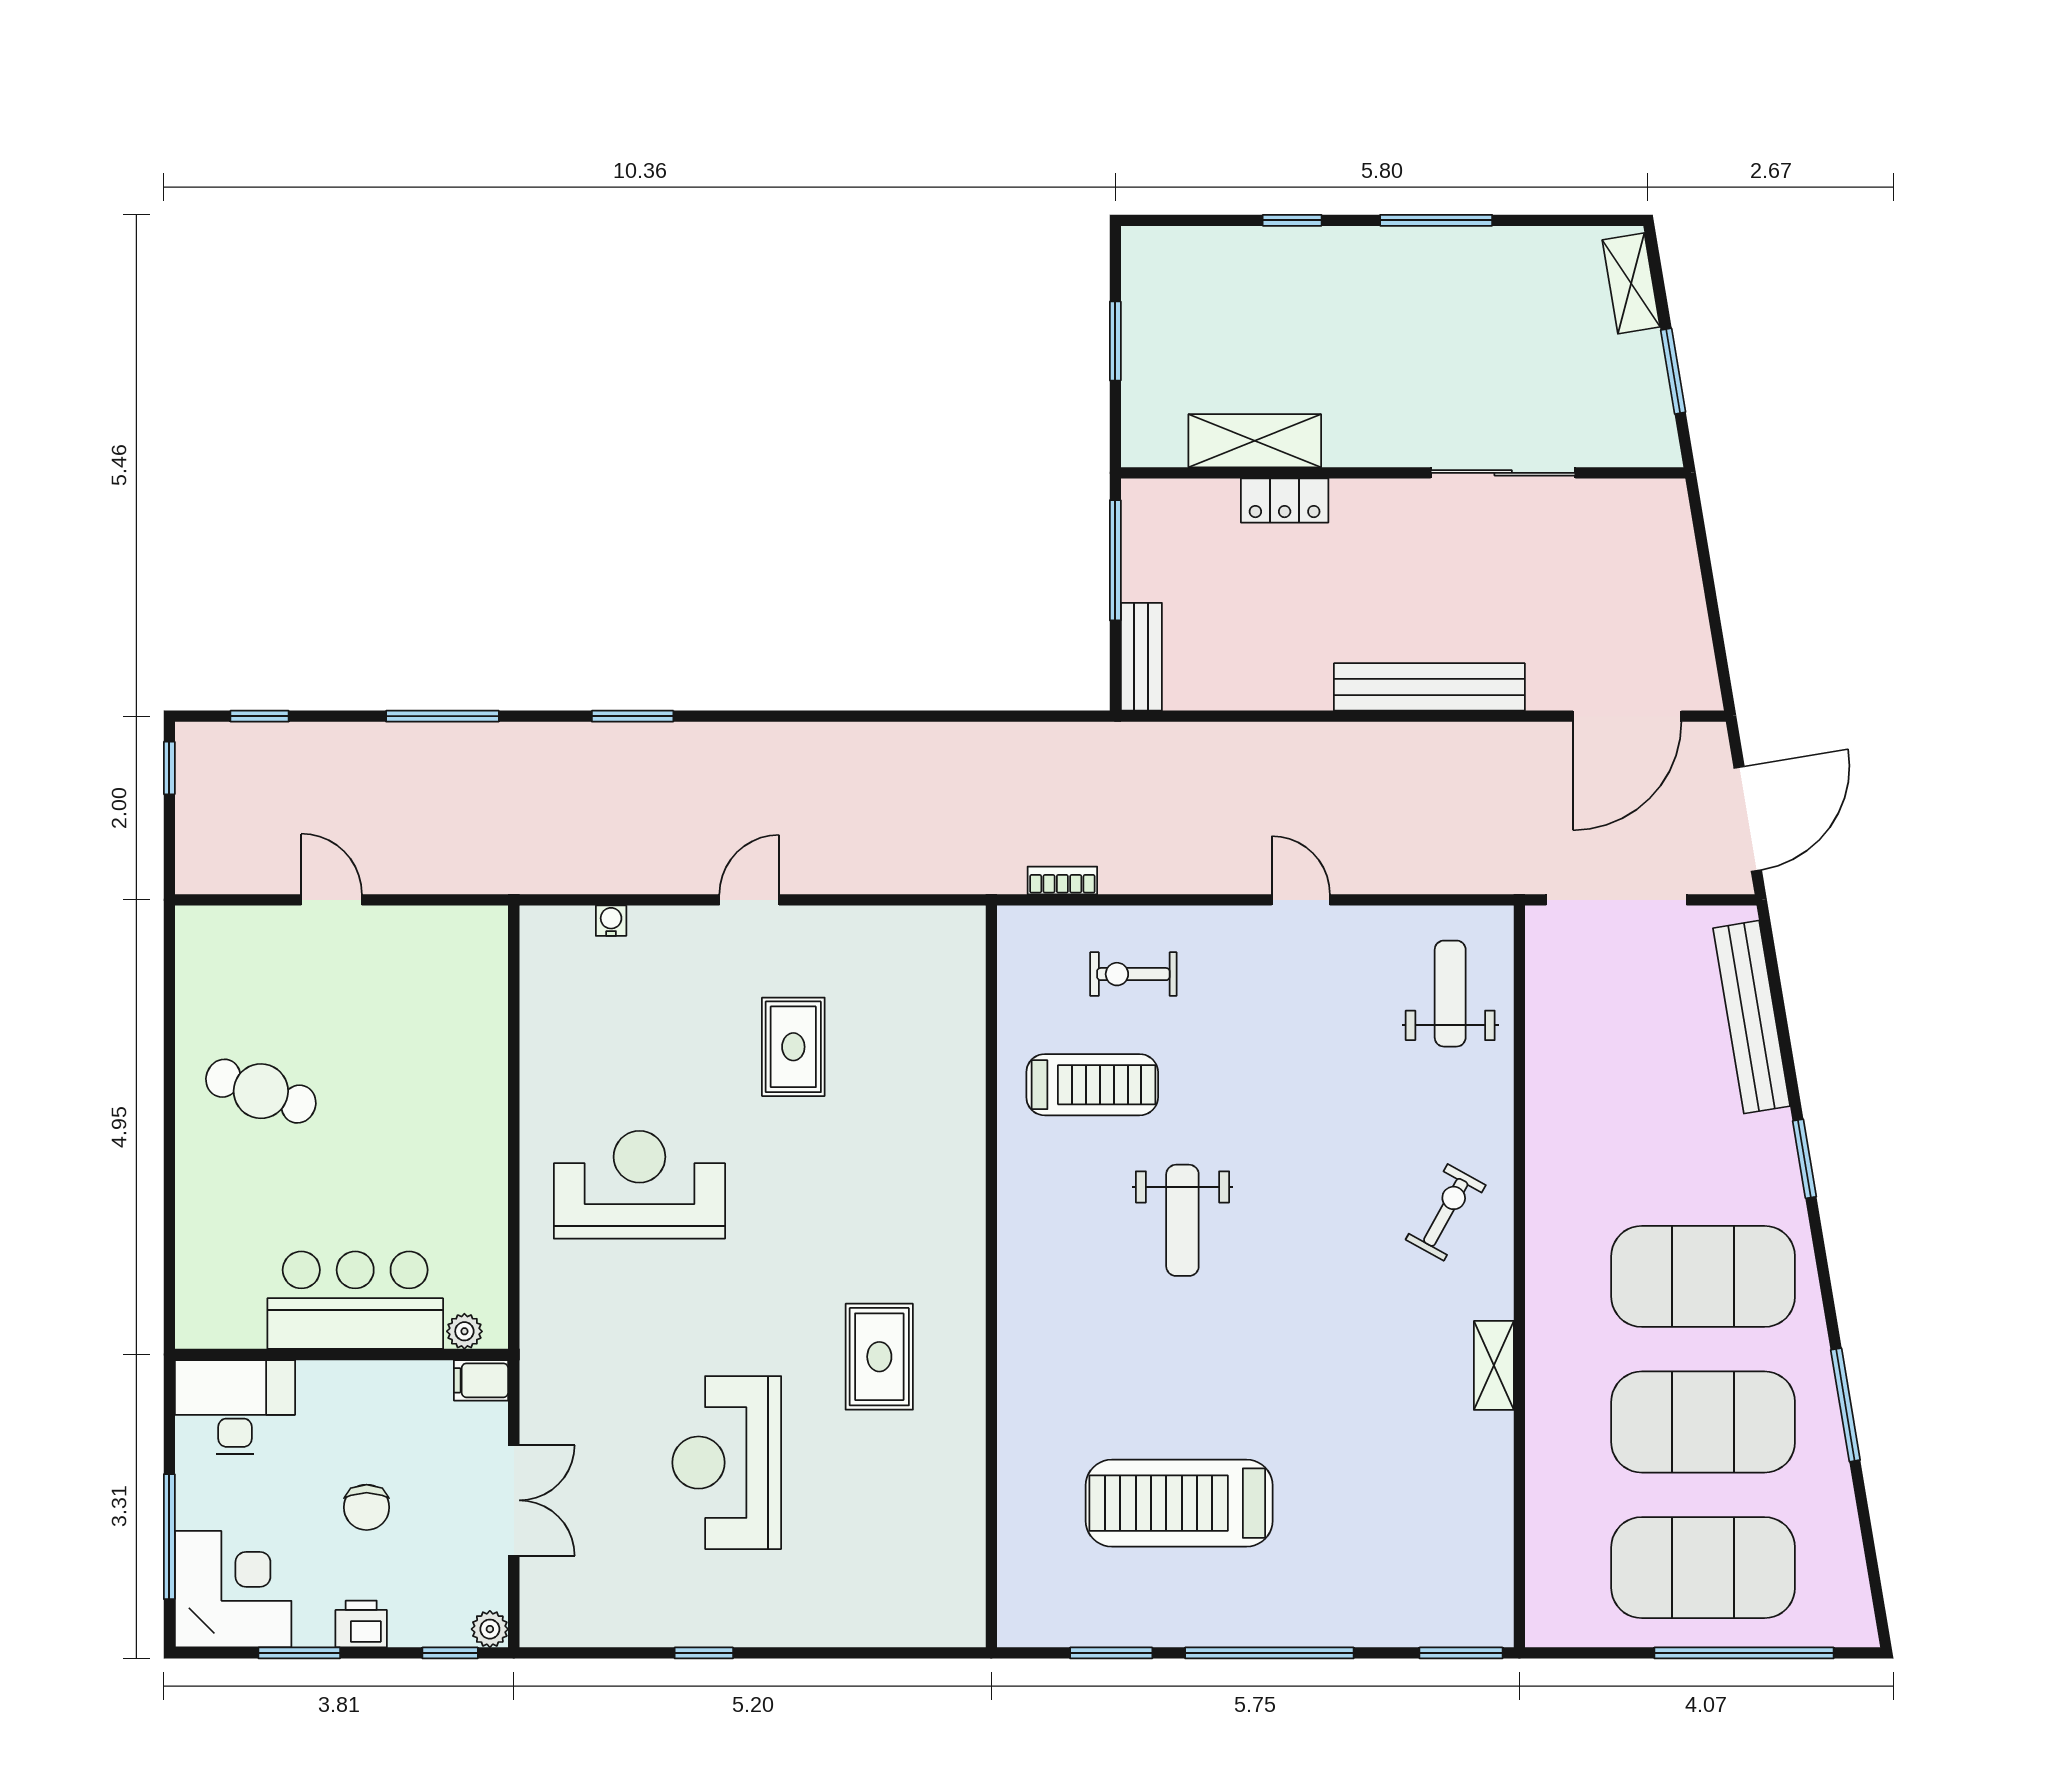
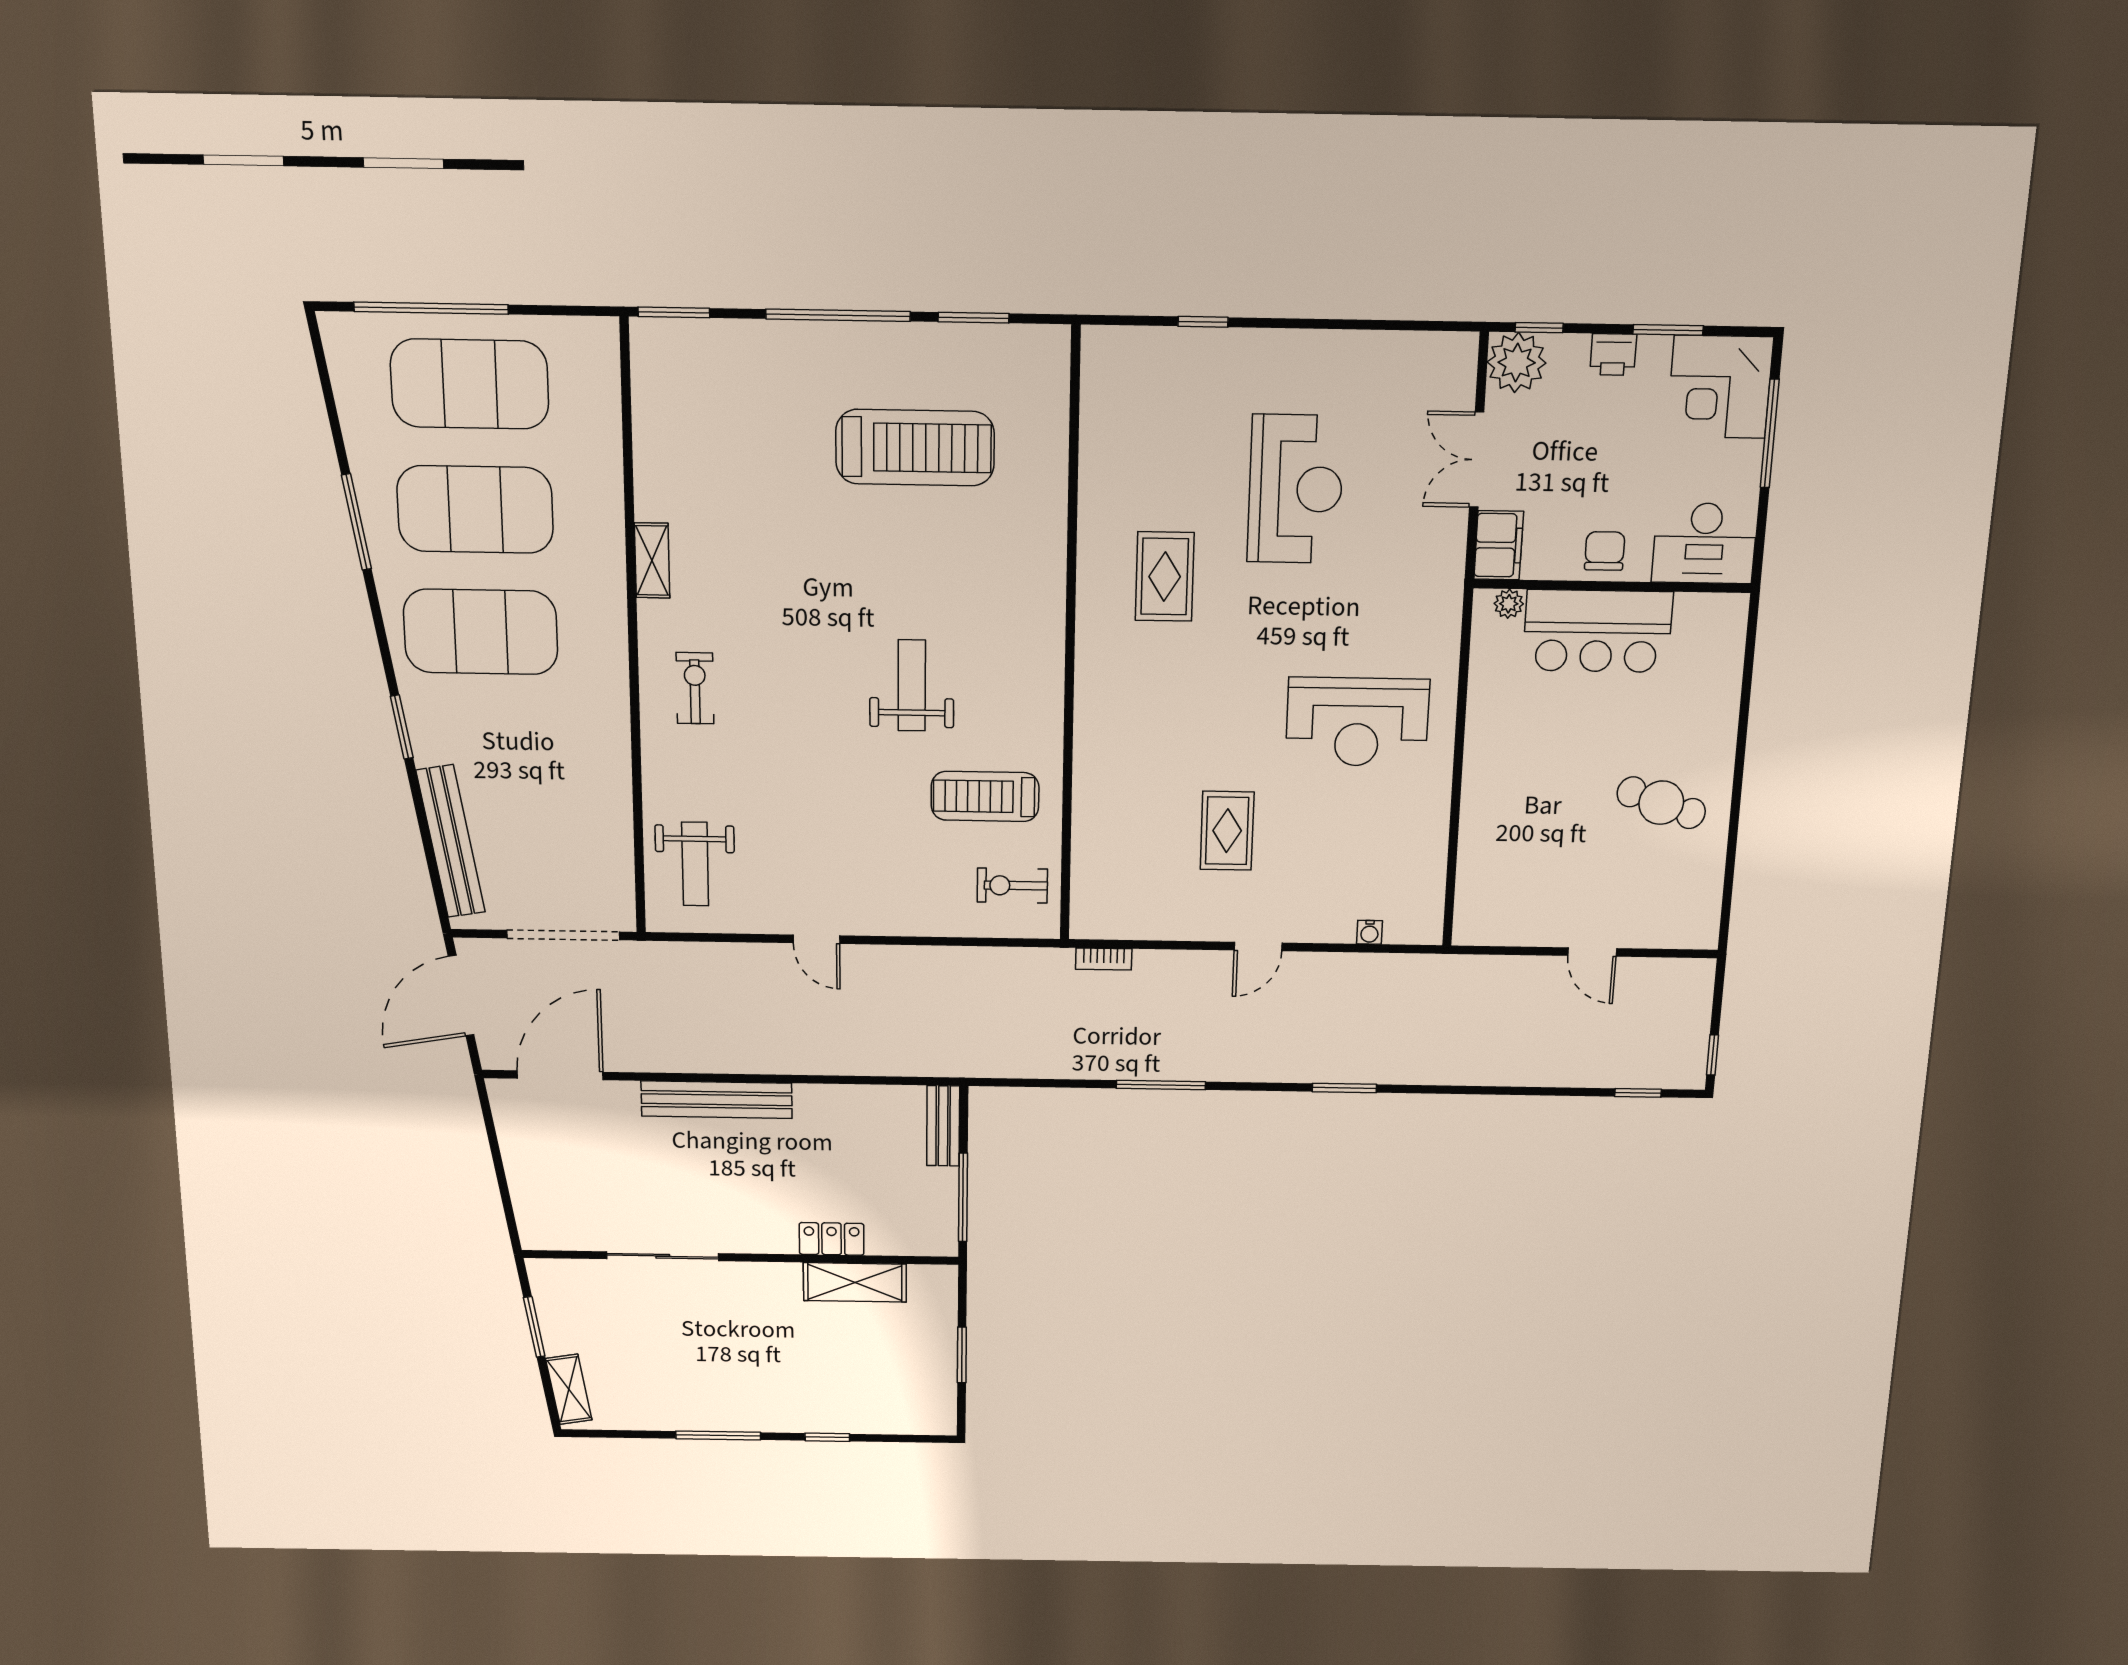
window: (442, 716) -> (1161, 1085), moved
bookcase: (1062, 880) -> (1104, 959), moved
exercise bike: (1133, 974) -> (1012, 886), moved, turned 180
exercise bike: (1446, 1212) -> (695, 688), turned 151
filing cabinet: (481, 1380) -> (1499, 545), width x2.00
chair: (367, 1507) -> (1605, 551), moved
plant: (490, 1629) -> (1517, 362), width x1.87, depth x1.87
window: (704, 1653) -> (1203, 322), moved

